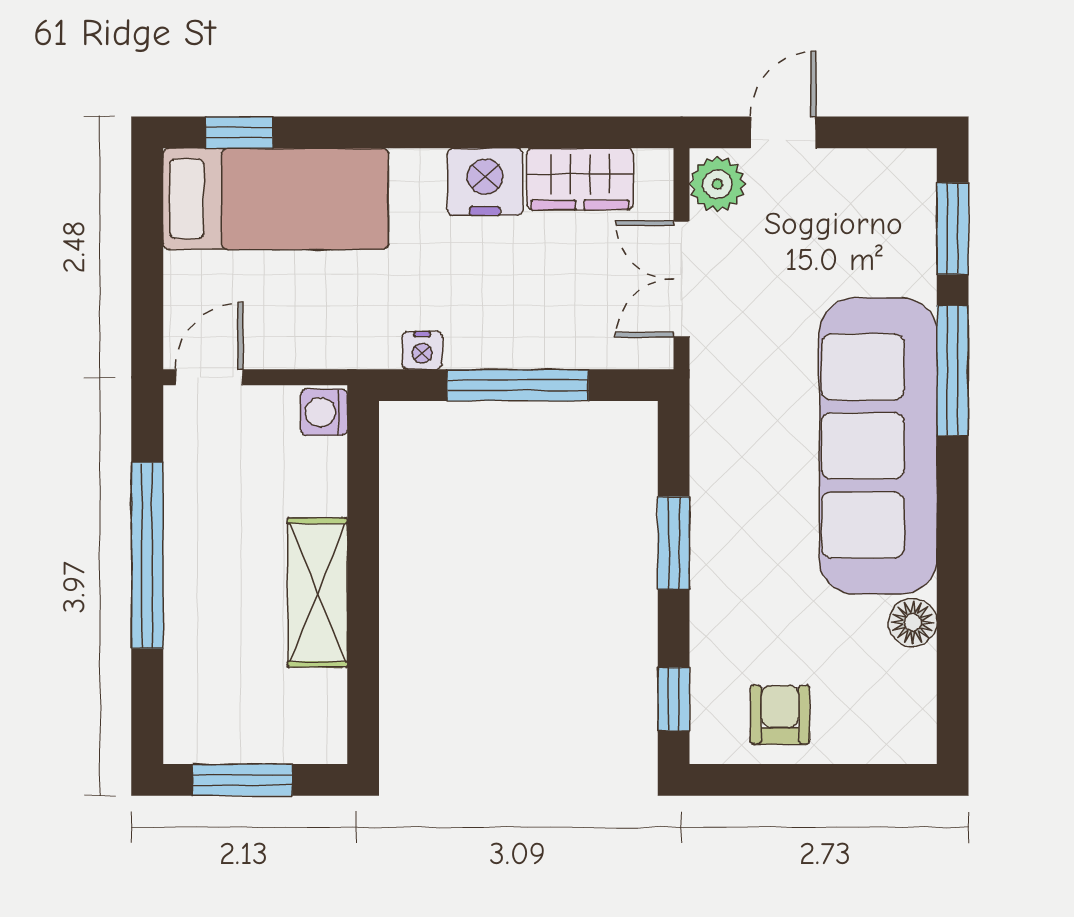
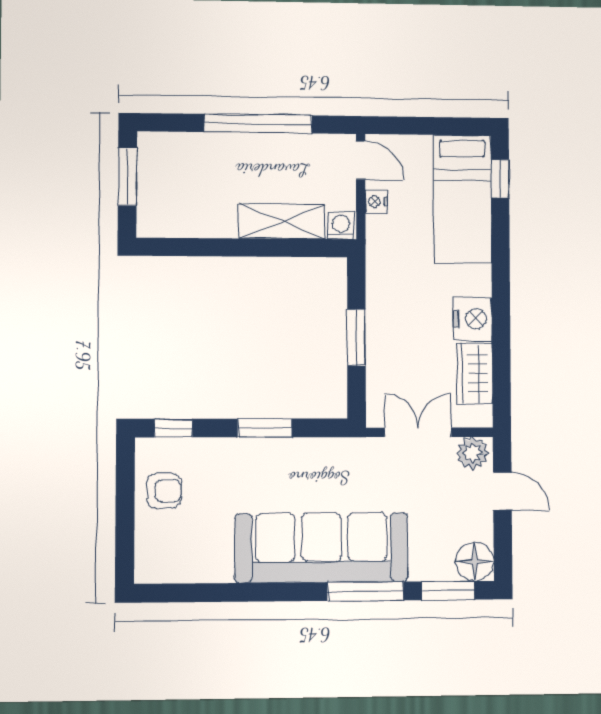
nightstand: (422, 350) -> (376, 201), moved
window: (518, 385) -> (356, 337), width x0.69
shelving: (317, 593) -> (282, 221), moved
floor lamp: (913, 622) -> (475, 562), moved, width x1.38, depth x1.38

